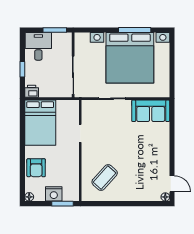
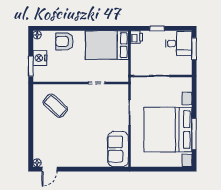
window: (55, 30) -> (194, 49), moved

